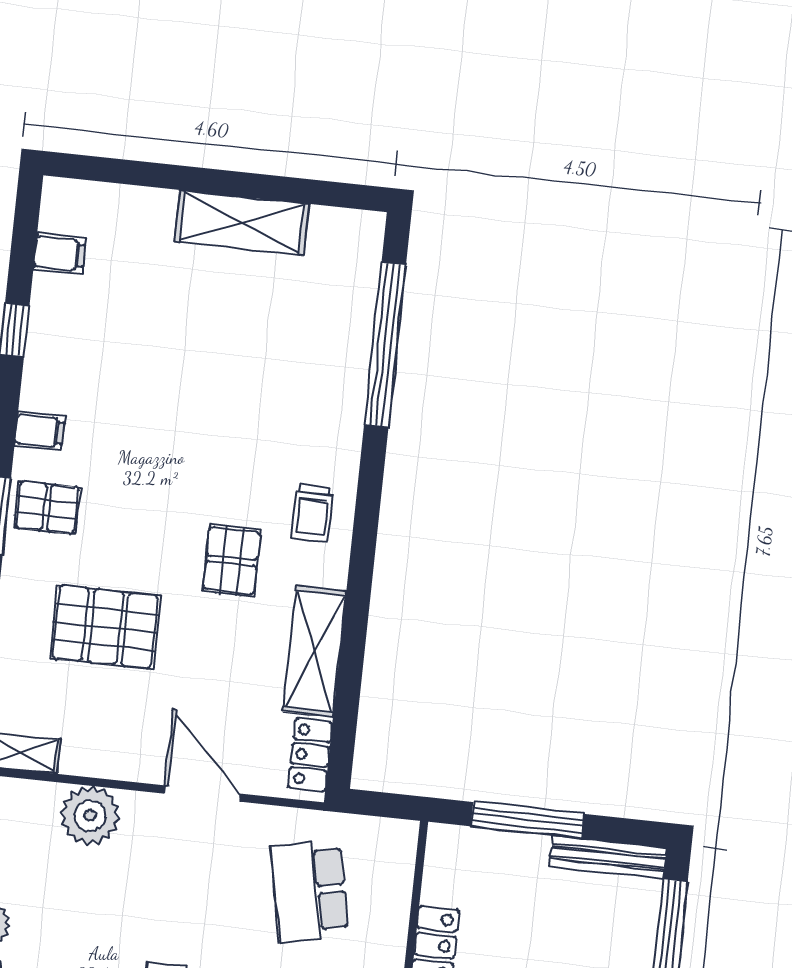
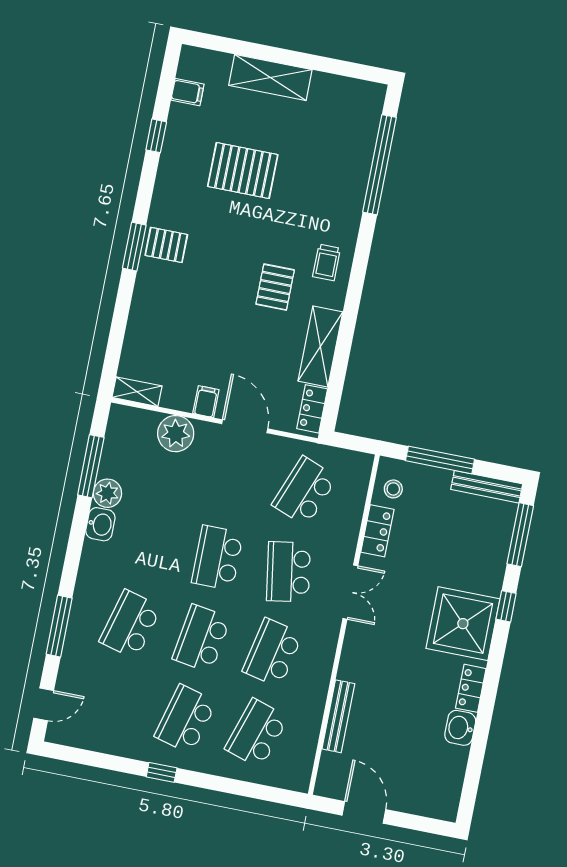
shelving: (242, 223) -> (270, 77), moved
filing cabinet: (40, 431) -> (206, 402), moved, turned -90
pallet: (105, 627) -> (243, 171), moved
stool: (455, 875) -> (393, 489), added
school desk: (310, 891) -> (304, 491), turned 33

